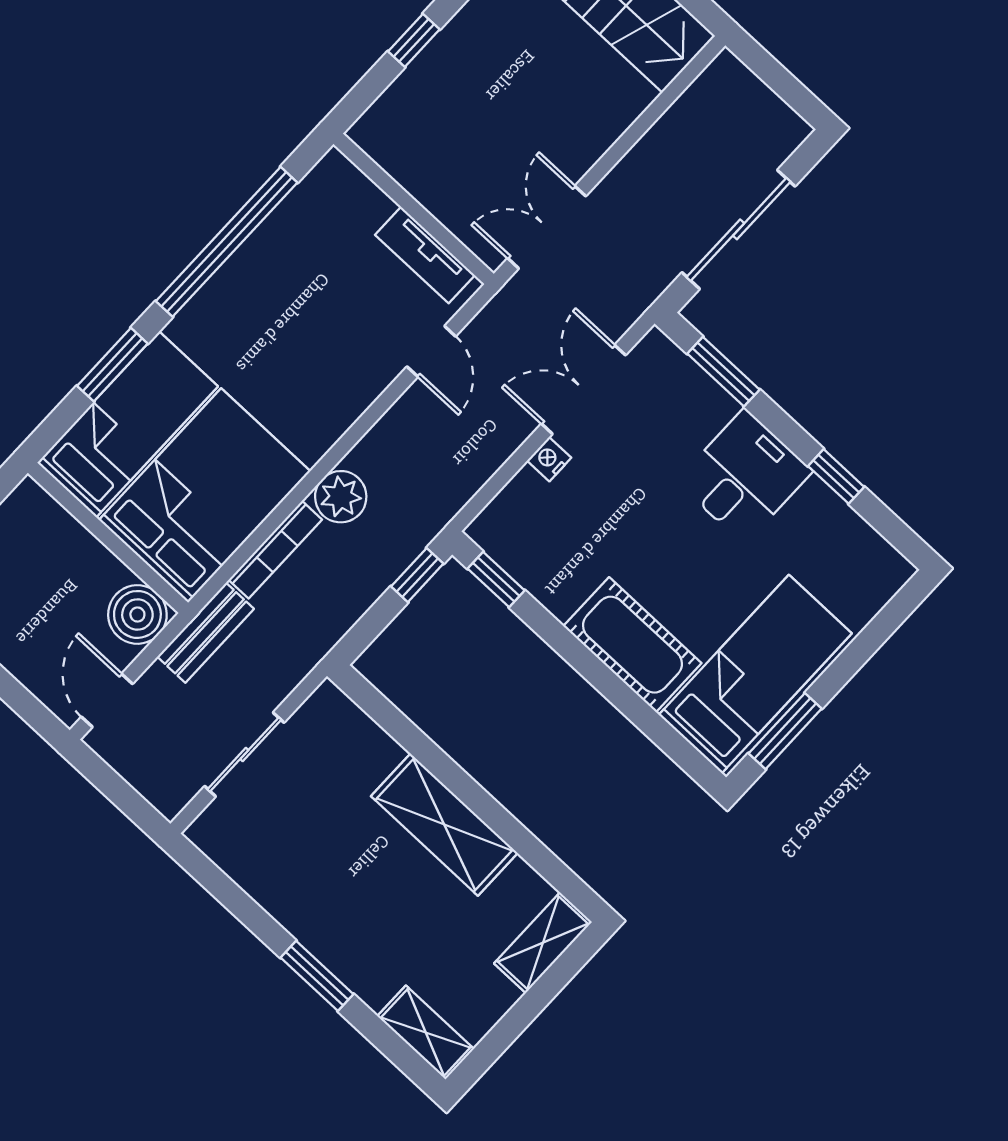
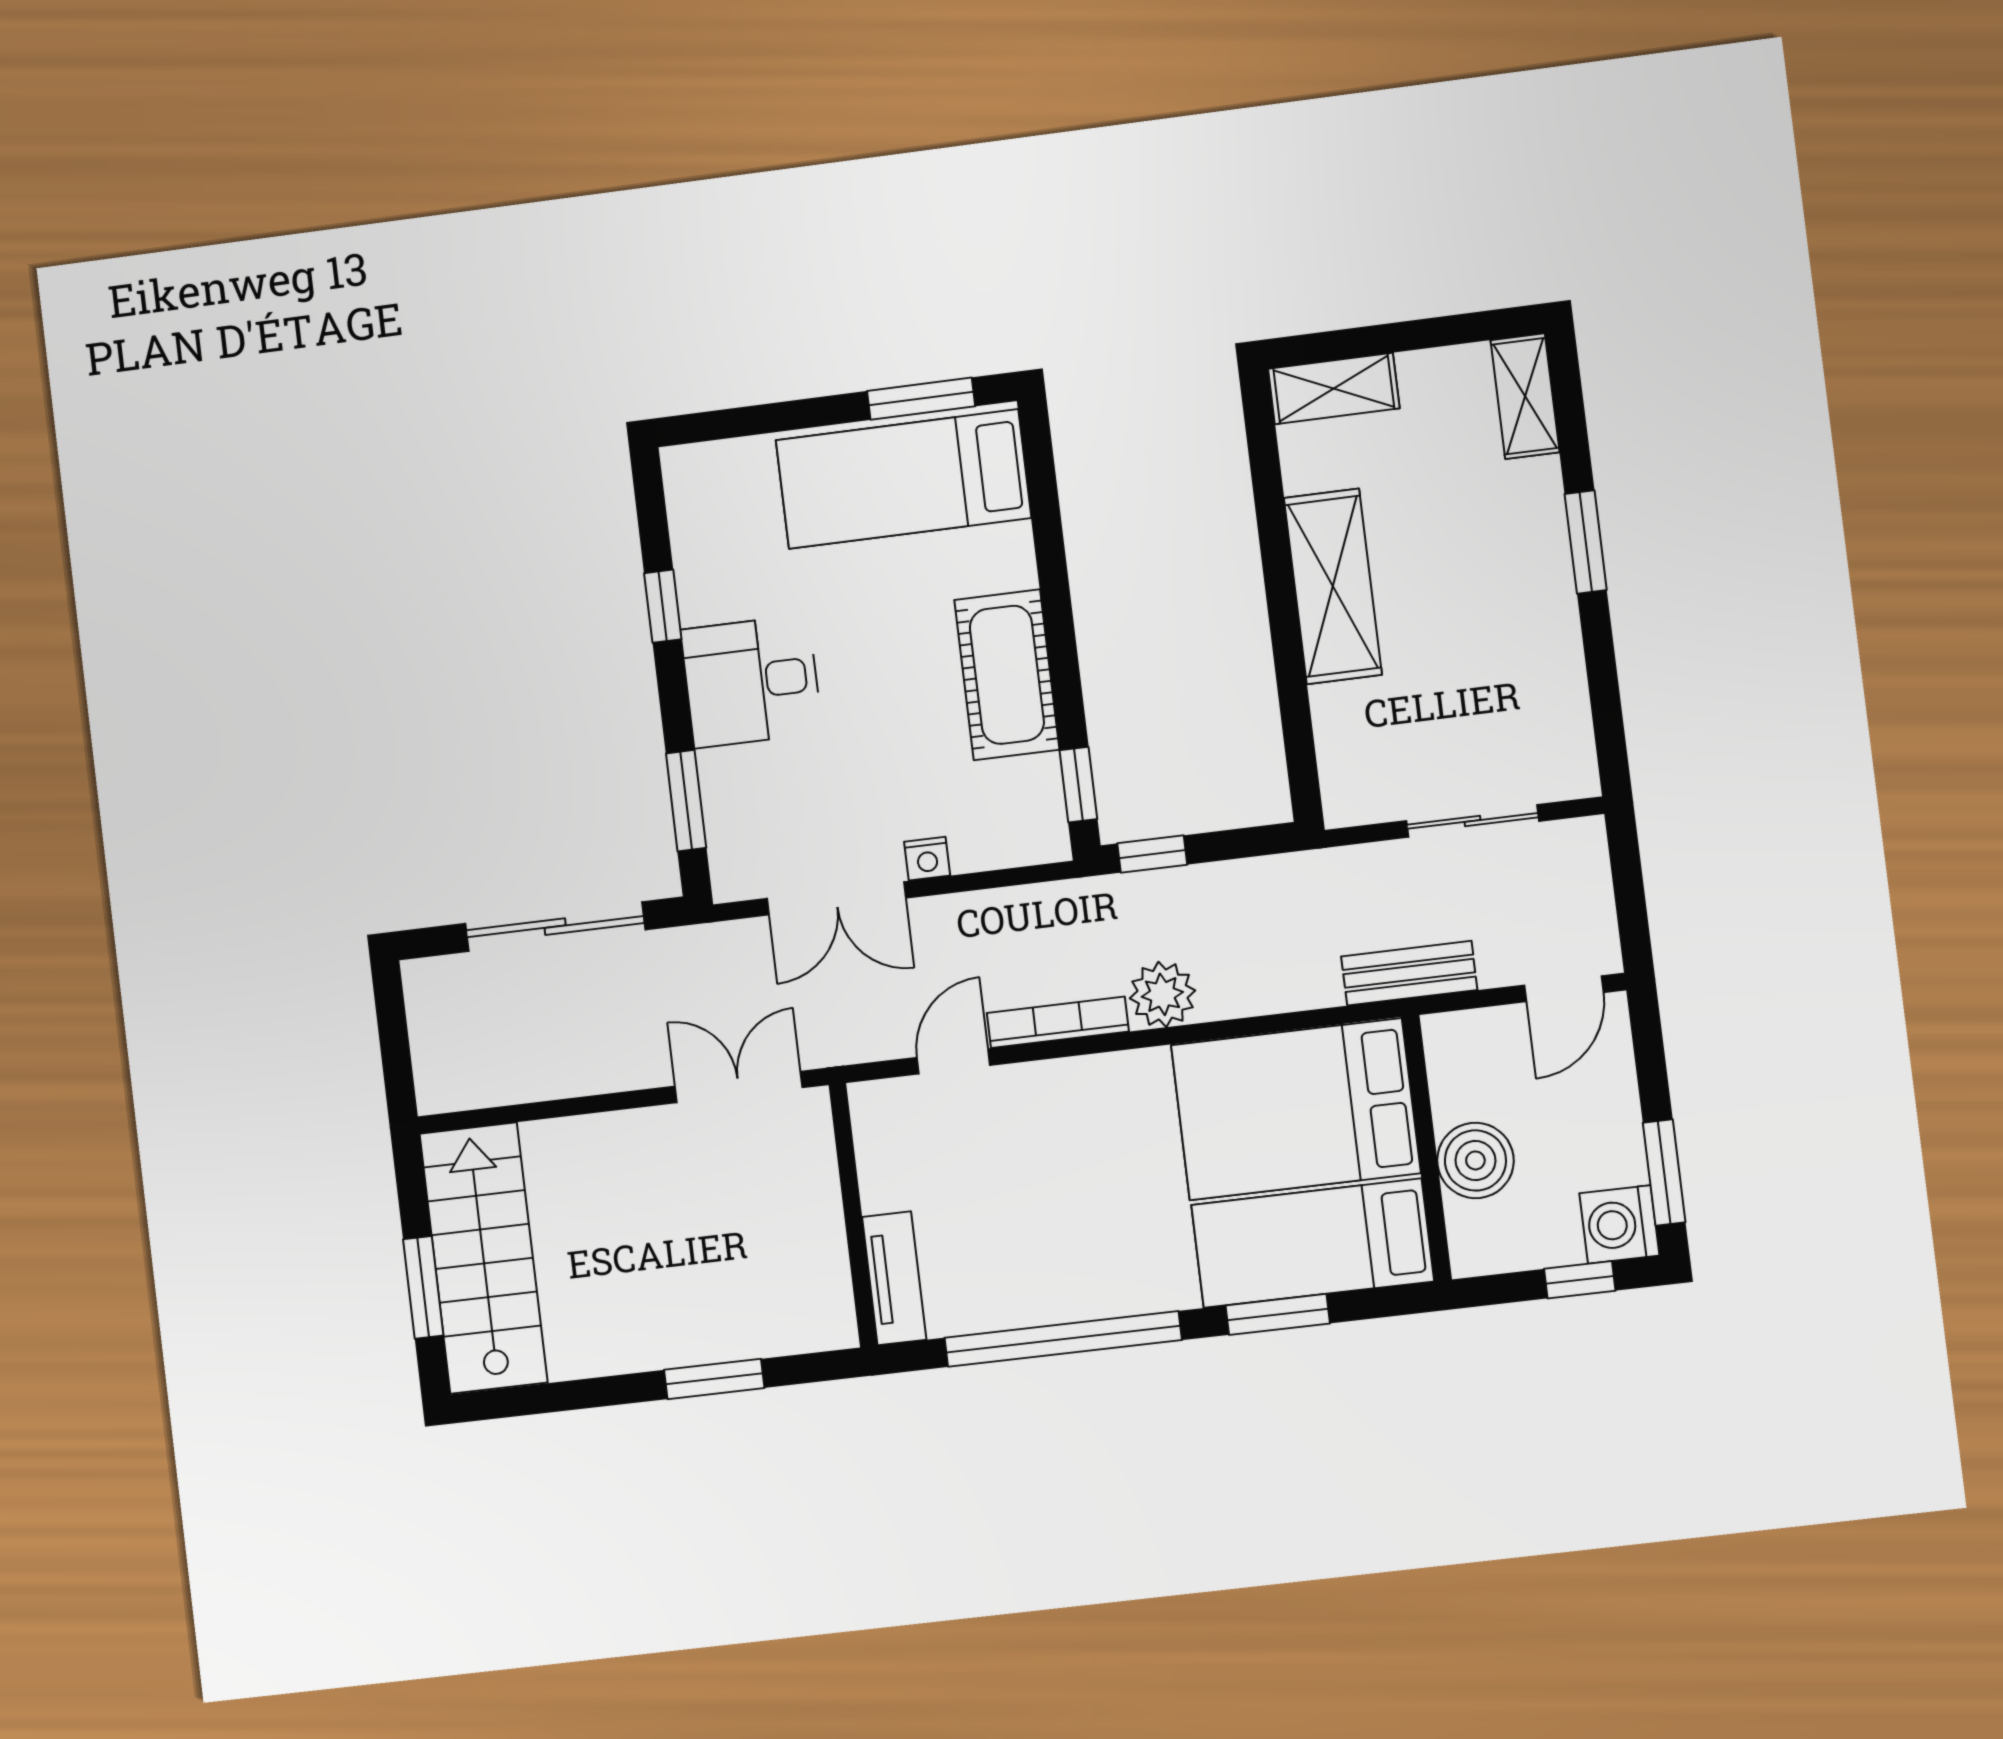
window: (414, 40) -> (714, 1379), width x1.50
double door: (547, 227) -> (739, 1087), swing flipped
tv unit: (425, 255) -> (894, 1278), moved
bookcase: (275, 550) -> (1058, 1022), moved
boiler: (137, 614) -> (1475, 1160), moved
cot: (632, 645) -> (1007, 675), moved

